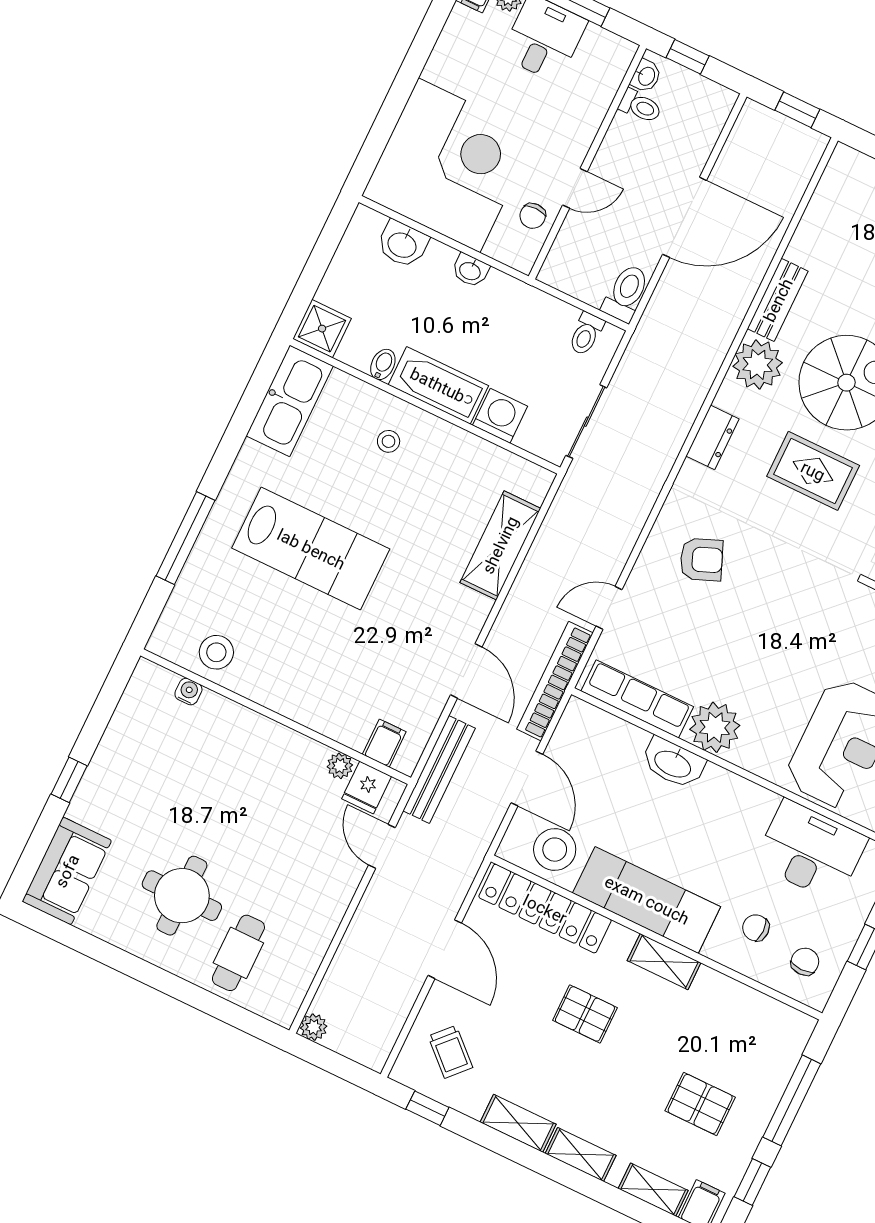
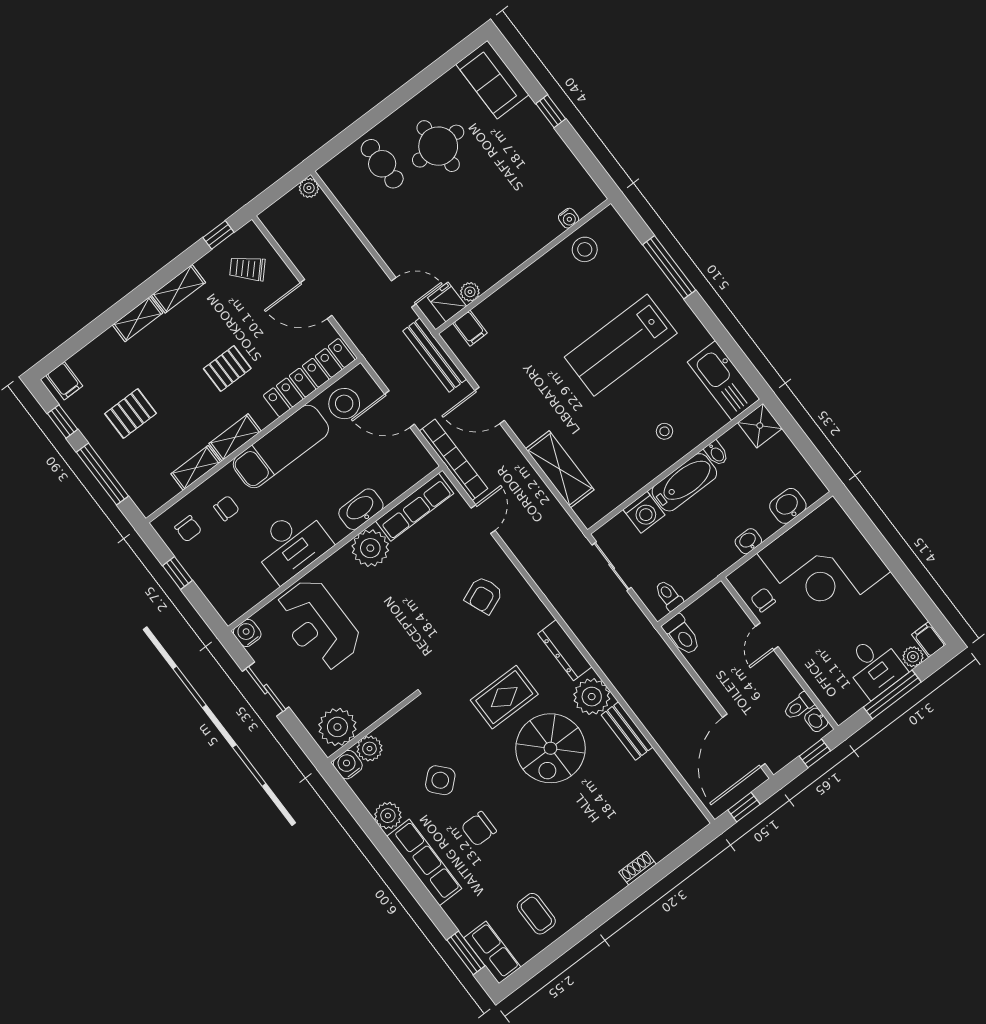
door: (685, 217) -> (744, 741), moved
dresser: (713, 437) -> (565, 650), width x1.44
desk: (811, 851) -> (292, 544), moved
shelving: (653, 1190) -> (196, 468), moved

